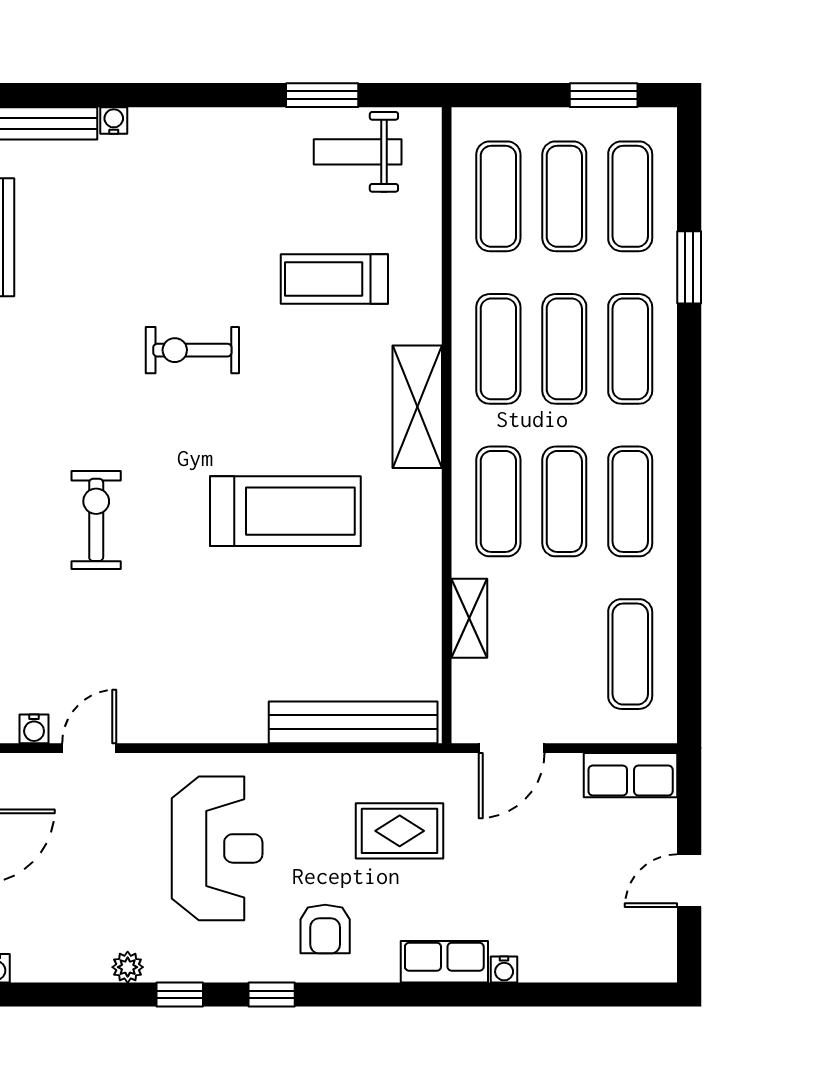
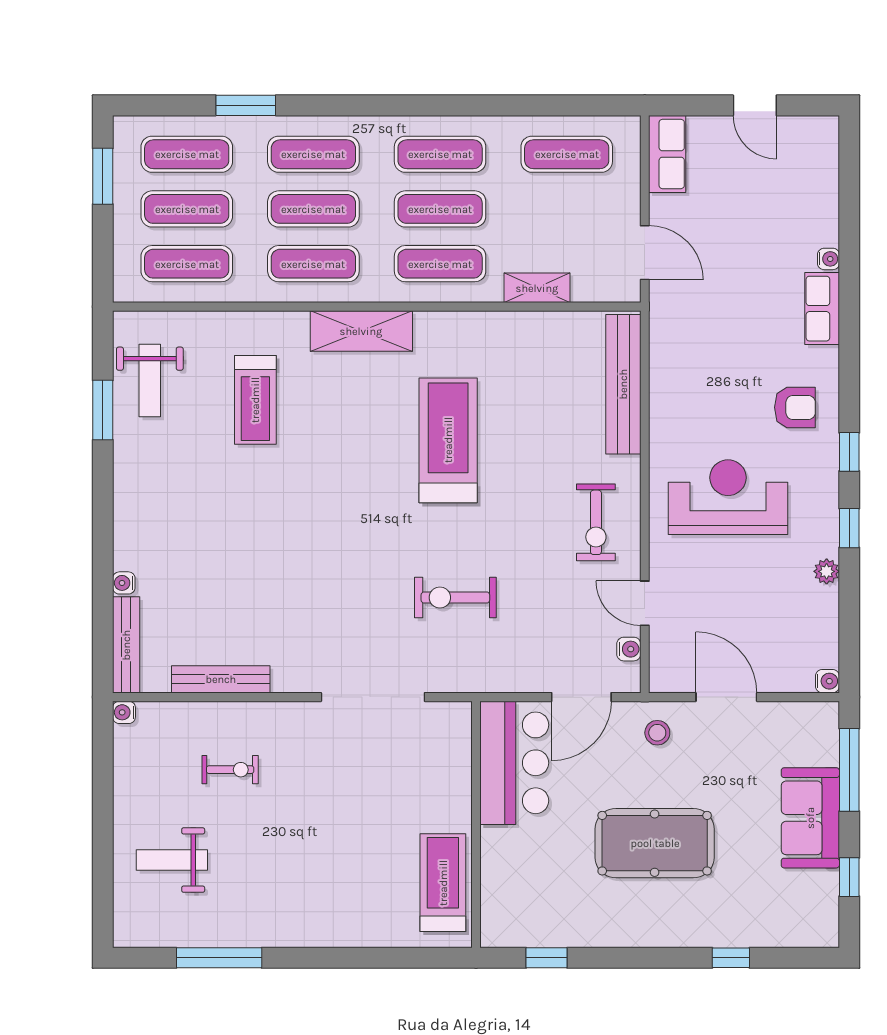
exercise bike: (192, 350) -> (596, 522), moved
rug: (400, 831) -> (713, 346), removed

